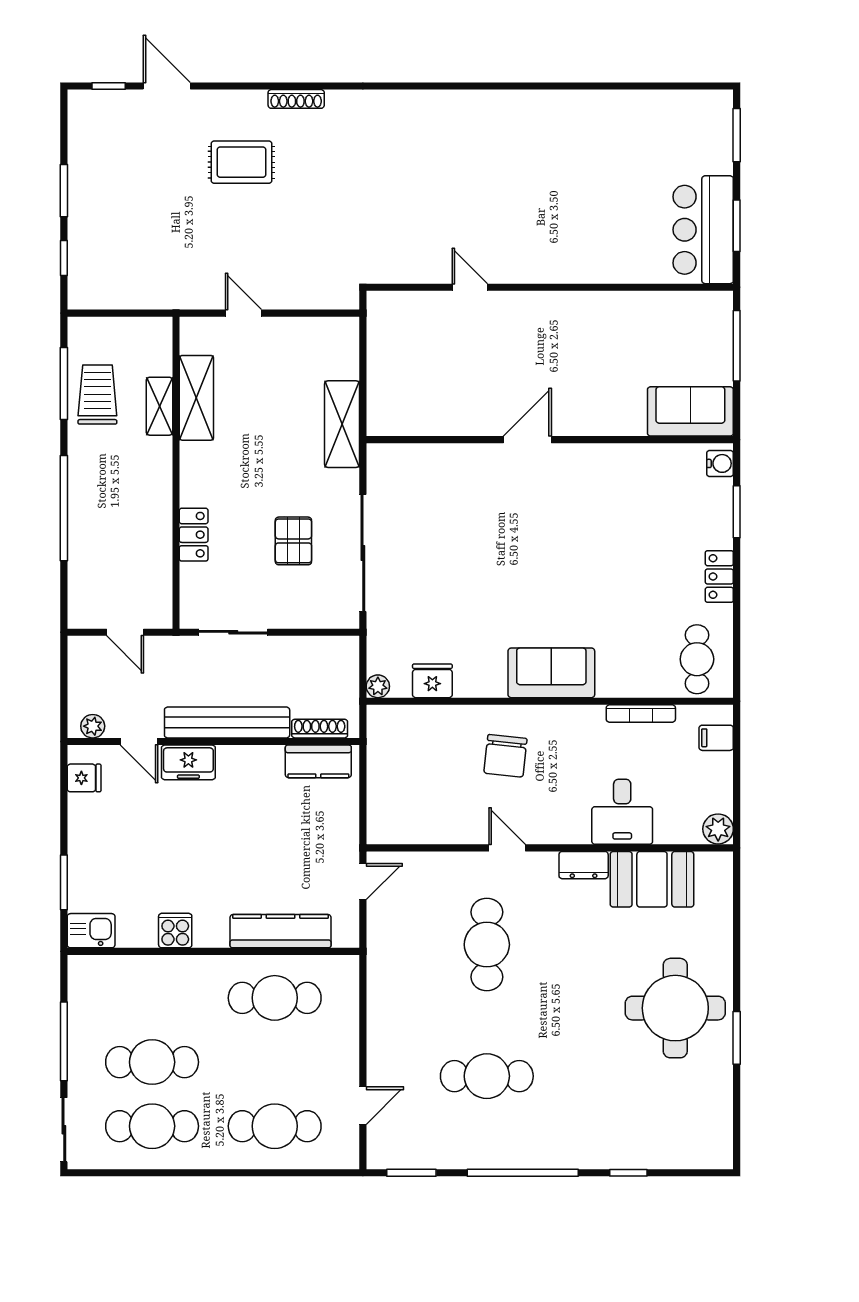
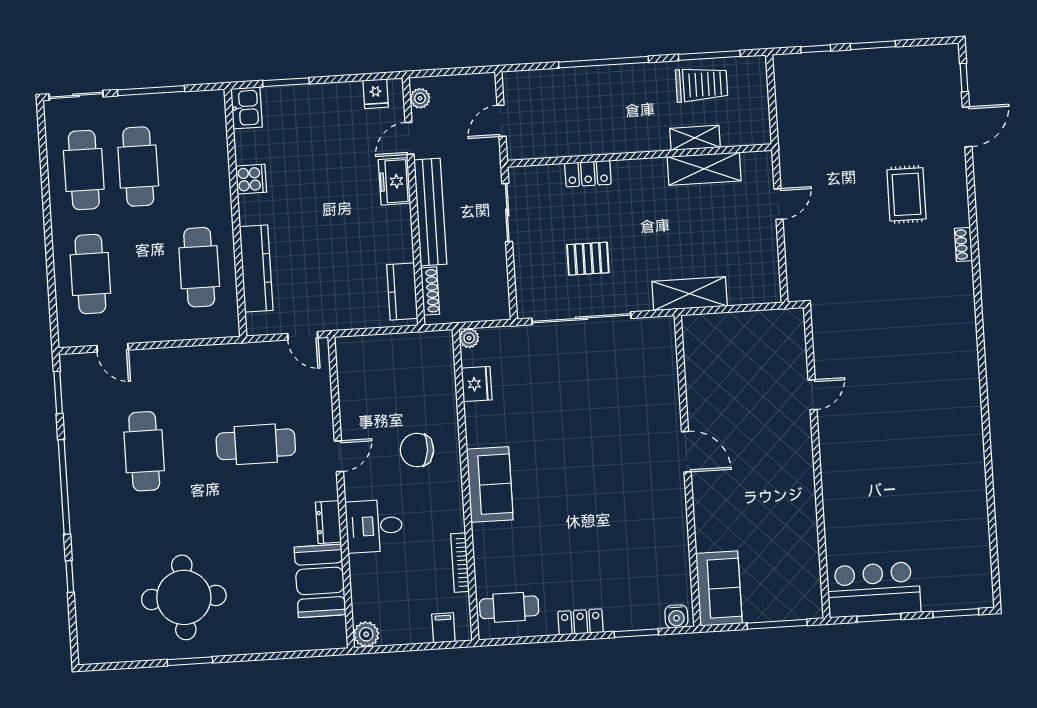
shoe rack: (296, 99) -> (963, 244), width x0.70
desk: (622, 812) -> (374, 526), moved
round table: (675, 1008) -> (184, 597), moved

